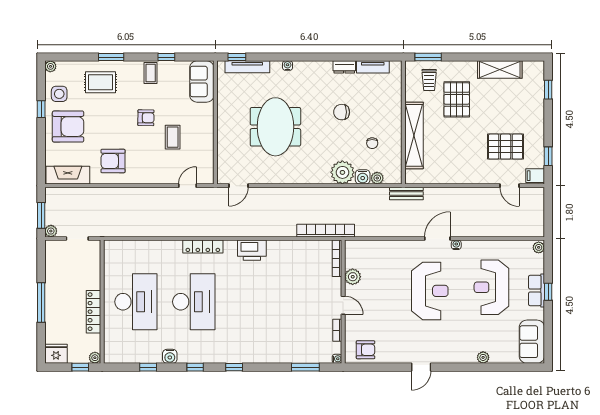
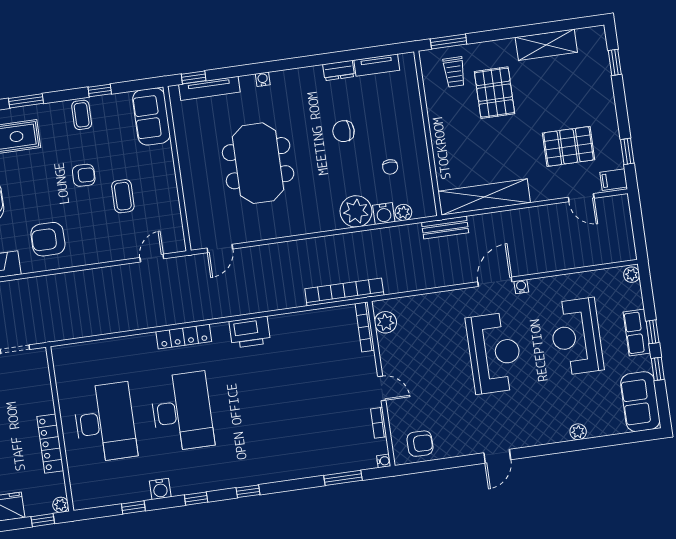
shelving: (414, 135) -> (484, 197), moved, turned 90
plant: (353, 277) -> (385, 322), moved
window: (548, 319) -> (658, 369), added

